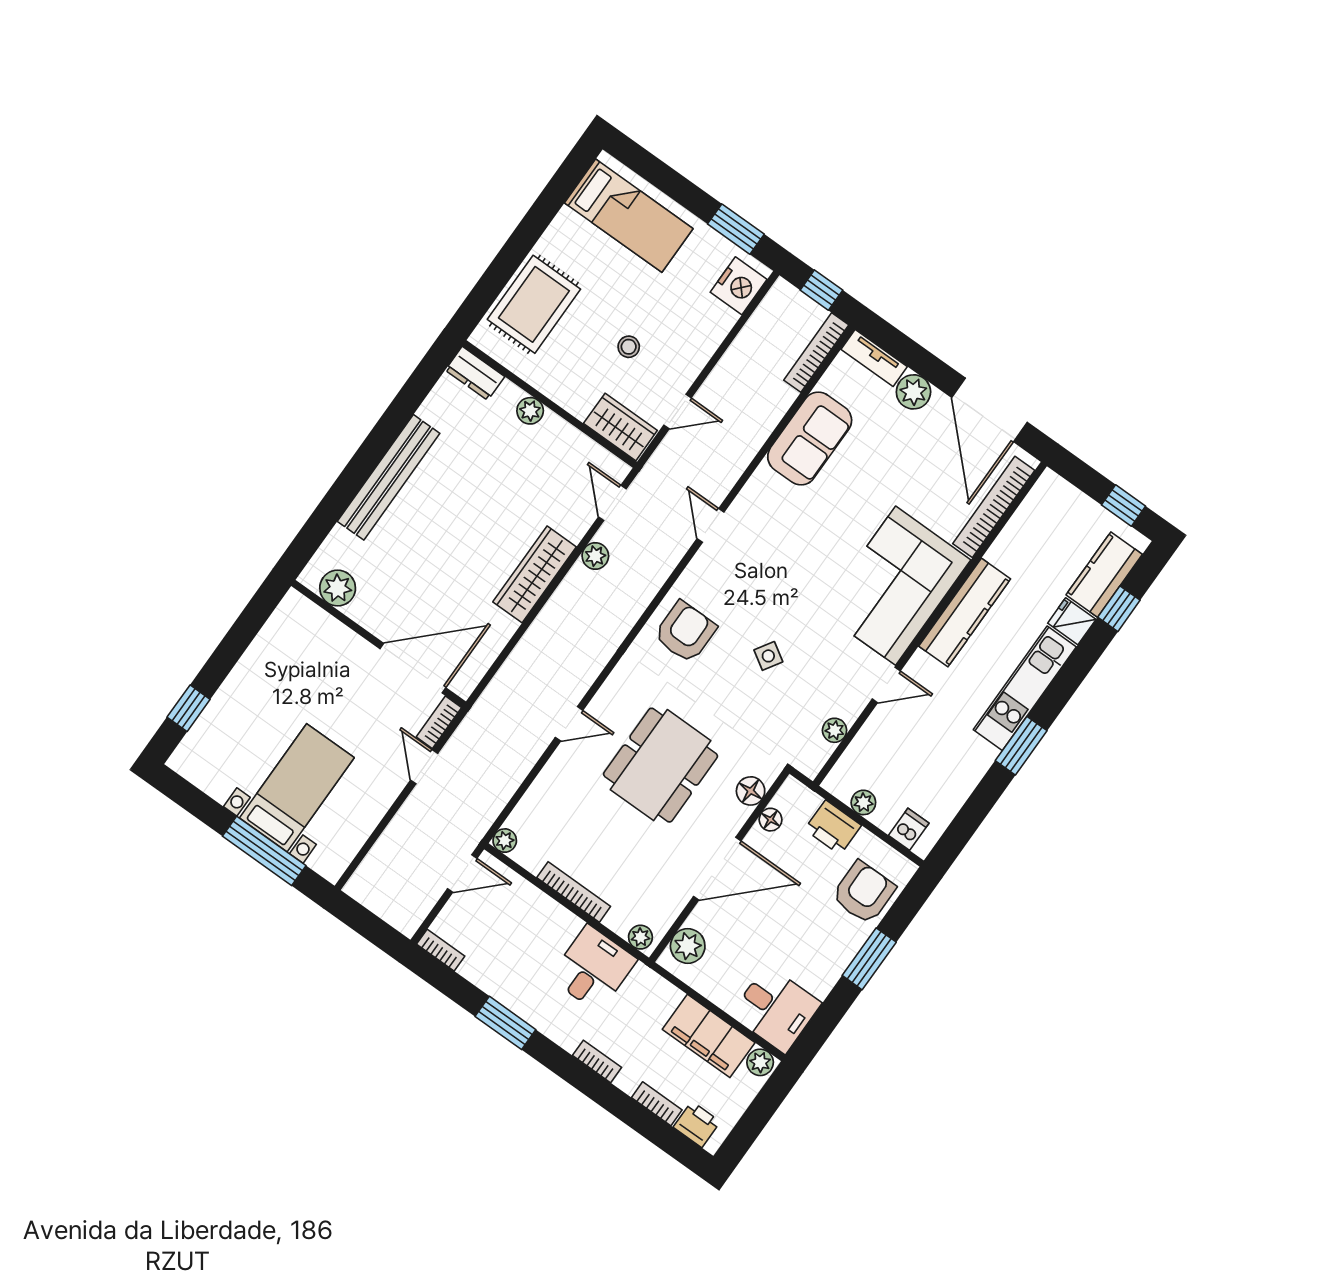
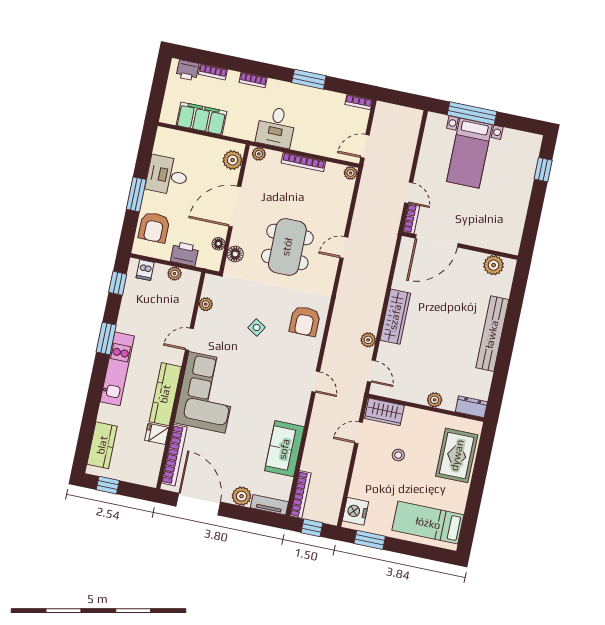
window: (1119, 609) -> (118, 283), moved
fridge: (1072, 621) -> (157, 434), moved, turned 180
desk: (776, 1009) -> (167, 175), moved
plant: (760, 1062) -> (169, 116), removed

